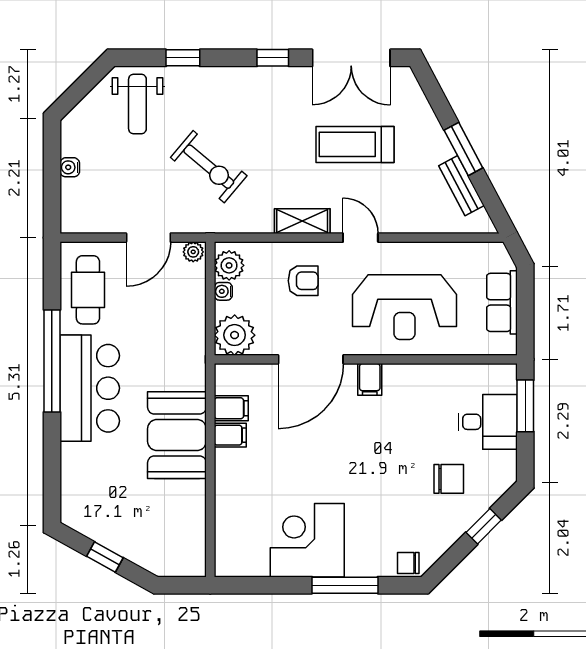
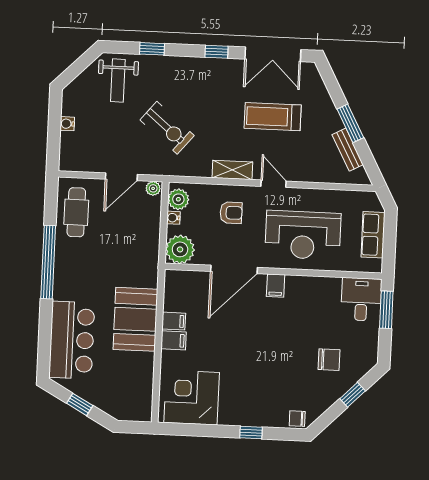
bar counter: (90, 388) -> (72, 340), moved
filing cabinet: (231, 408) -> (174, 340), moved
desk: (488, 422) -> (361, 299), moved, turned -90
corner desk: (307, 540) -> (192, 397), moved
window: (345, 585) -> (251, 433), width x0.46

